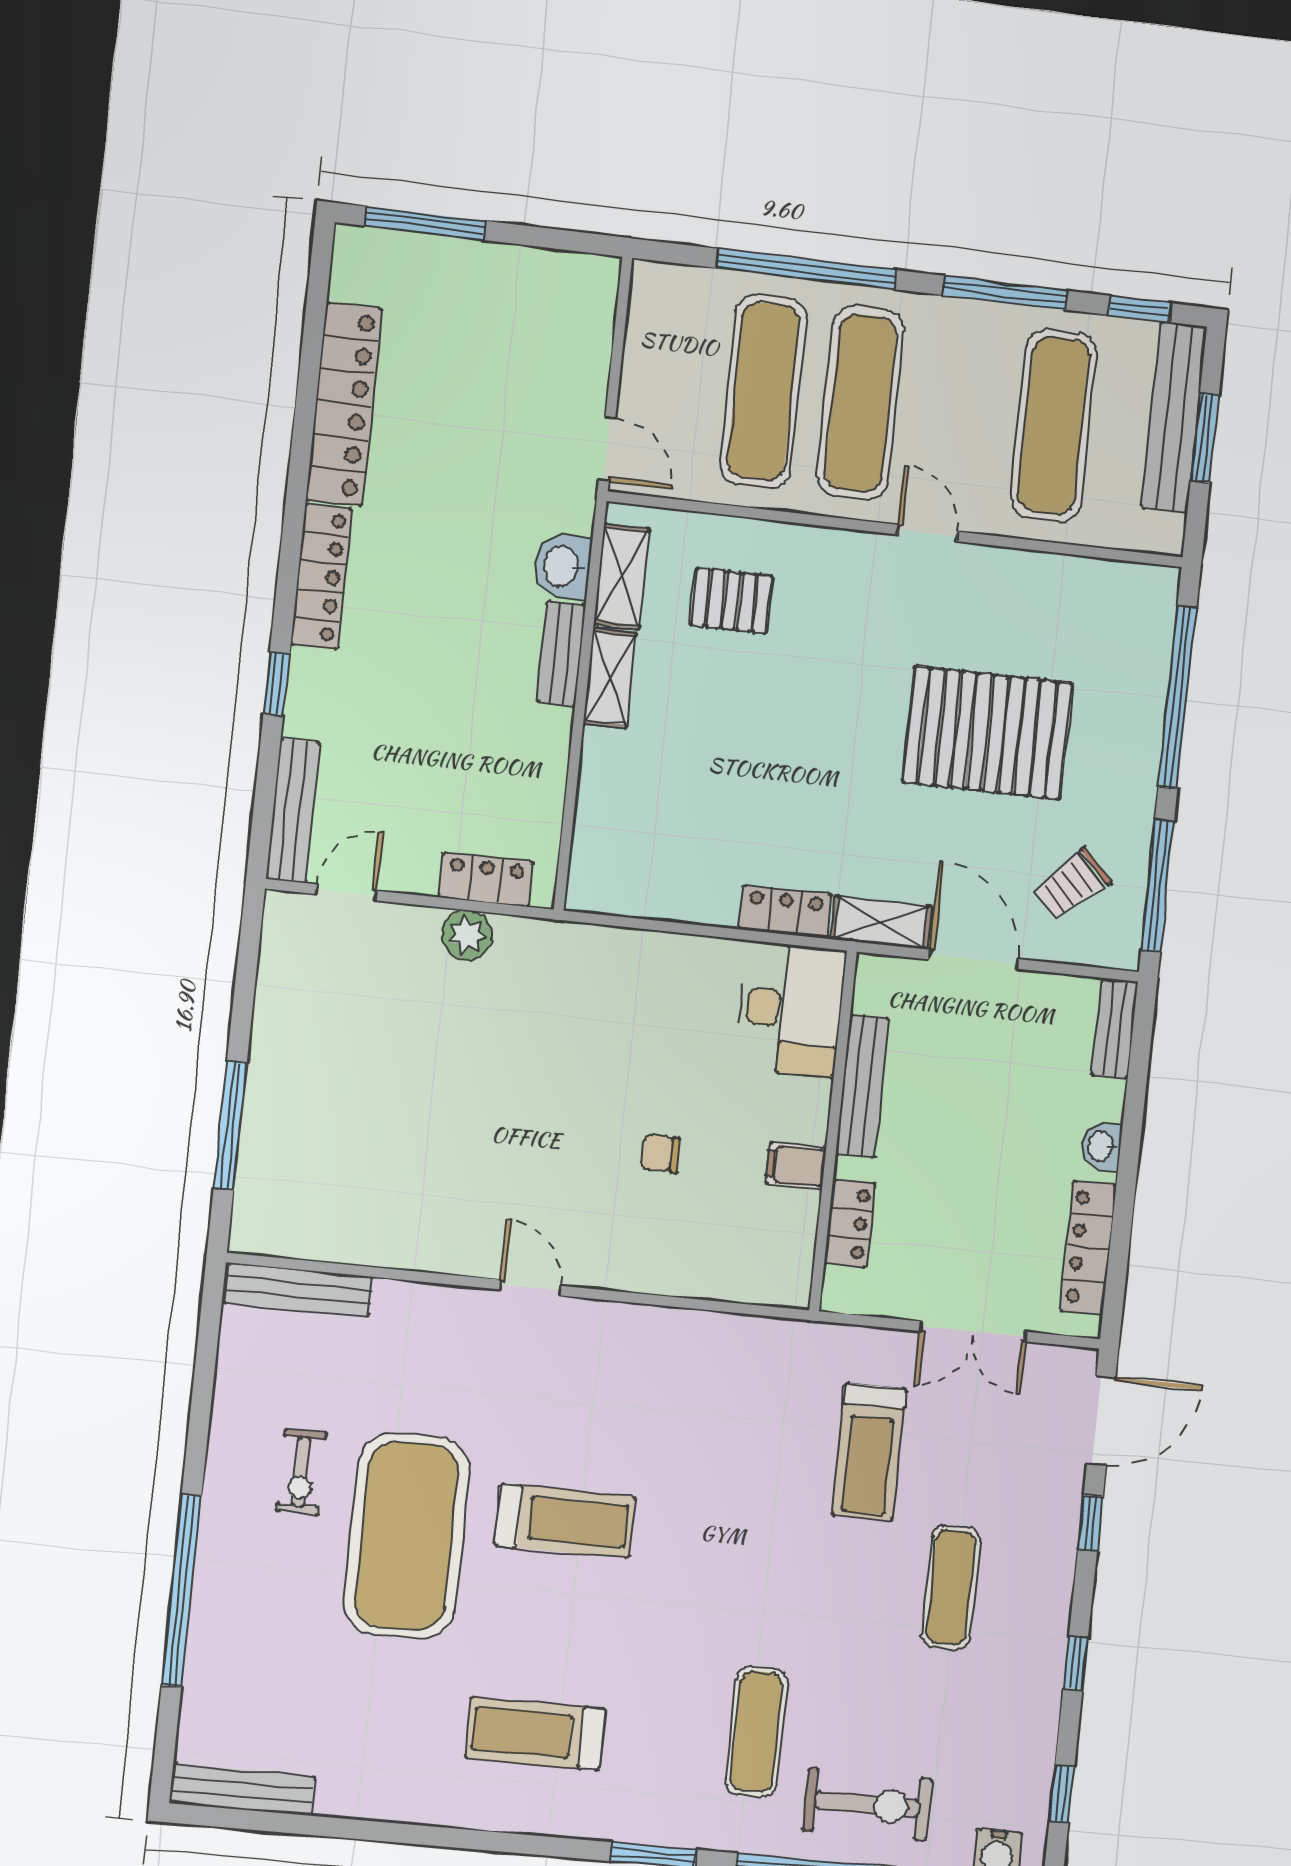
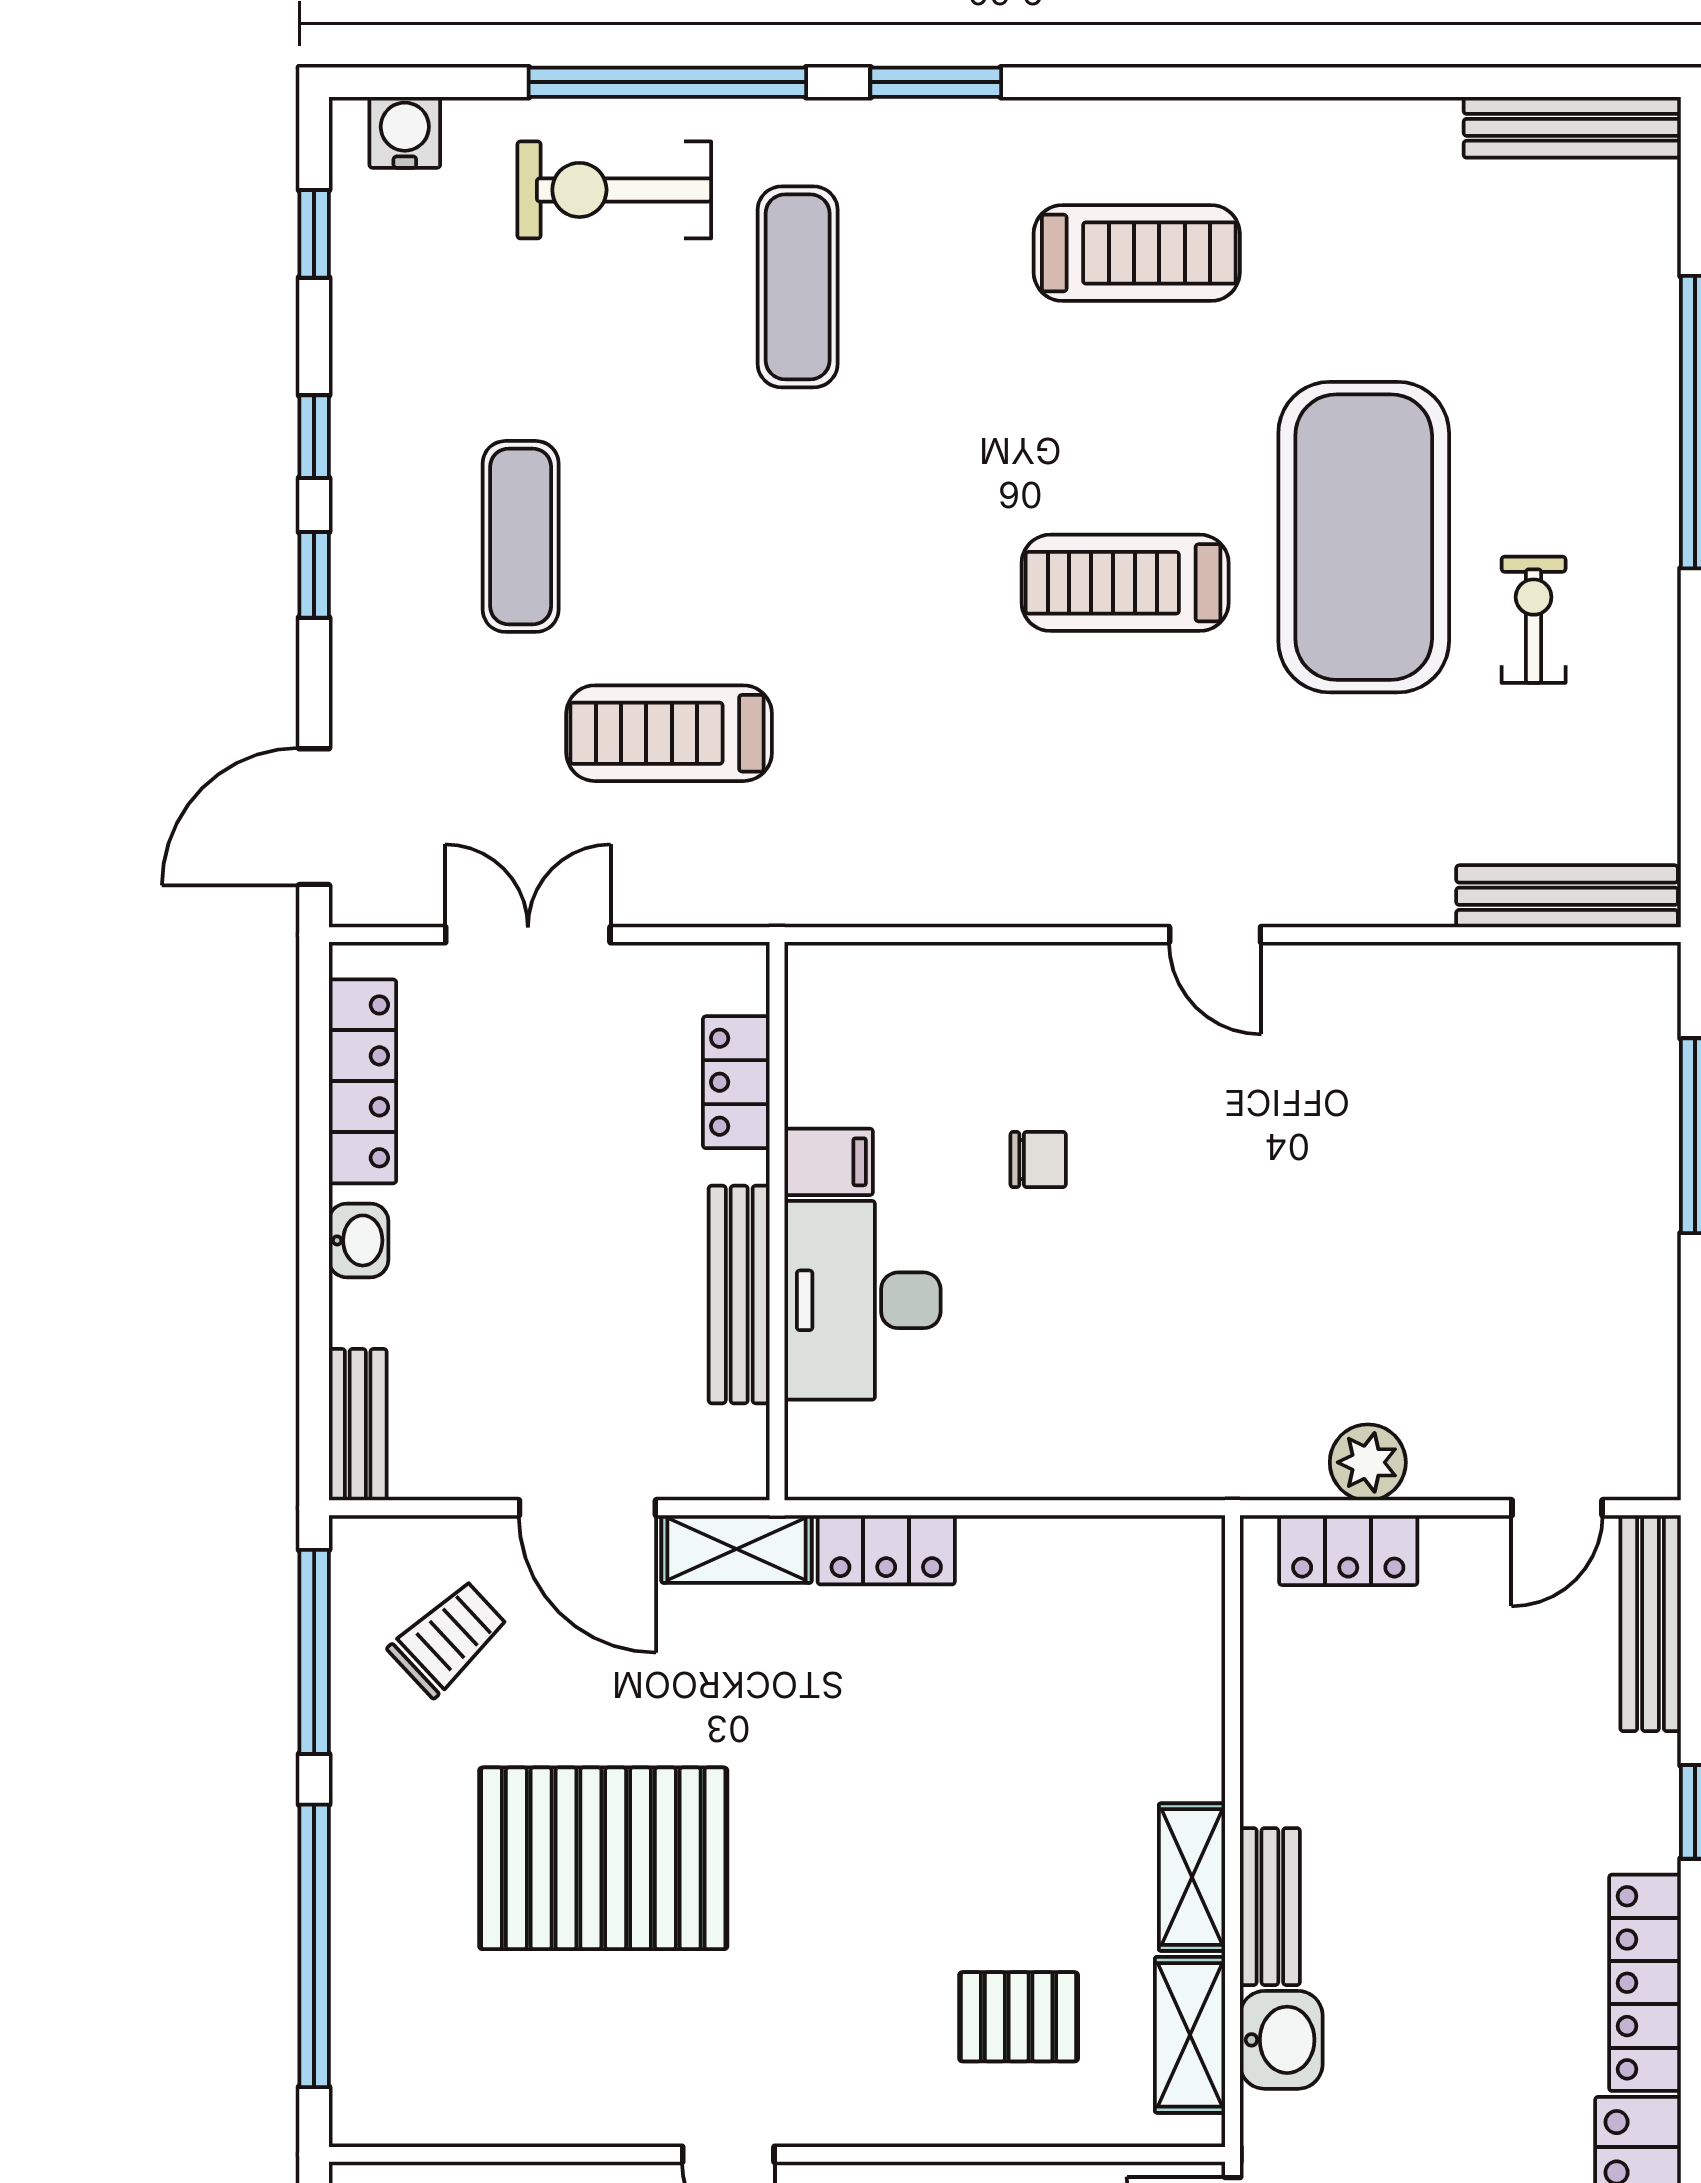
desk: (790, 1009) -> (862, 1300), moved
treadmill: (869, 1452) -> (669, 733), turned -90
window: (1090, 1523) -> (314, 575), moved

